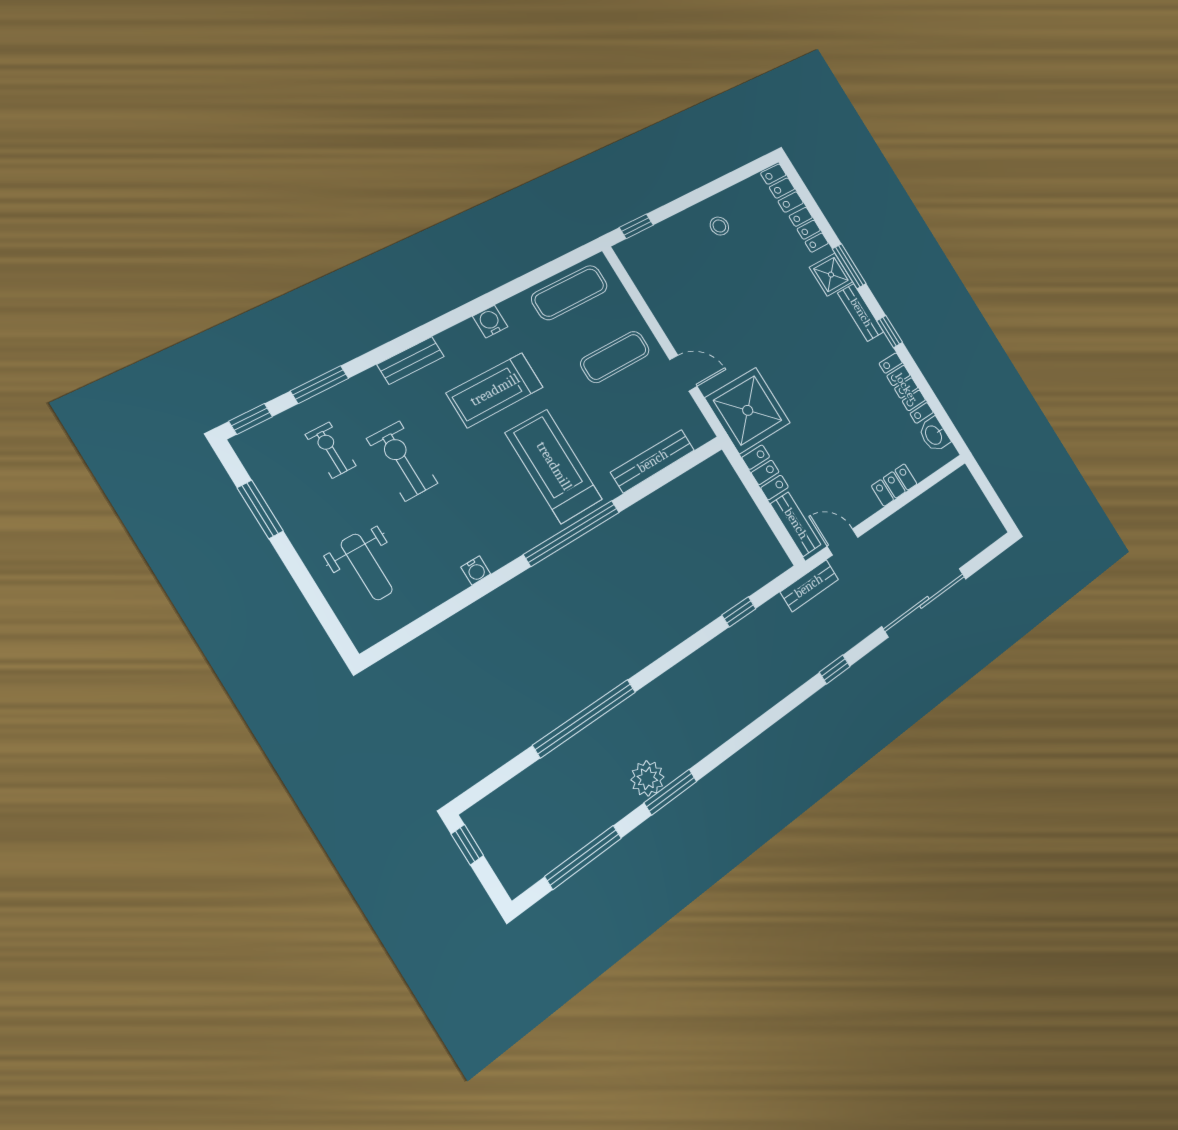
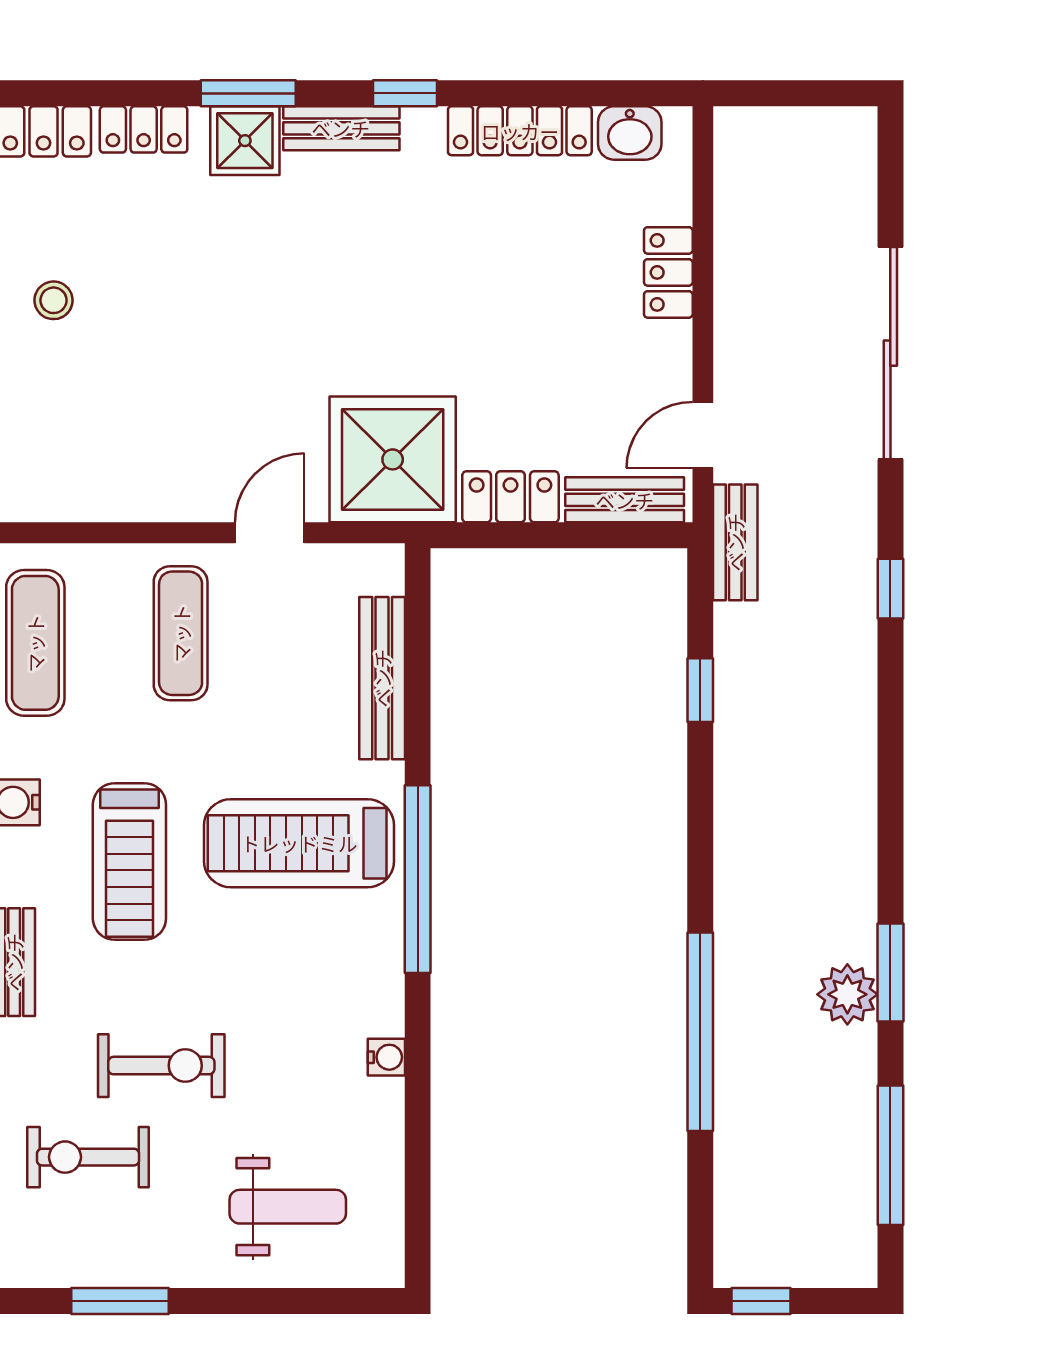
exercise bike: (331, 450) -> (88, 1157), width x1.38, depth x1.39
exercise bike: (402, 461) -> (161, 1066), turned 180

